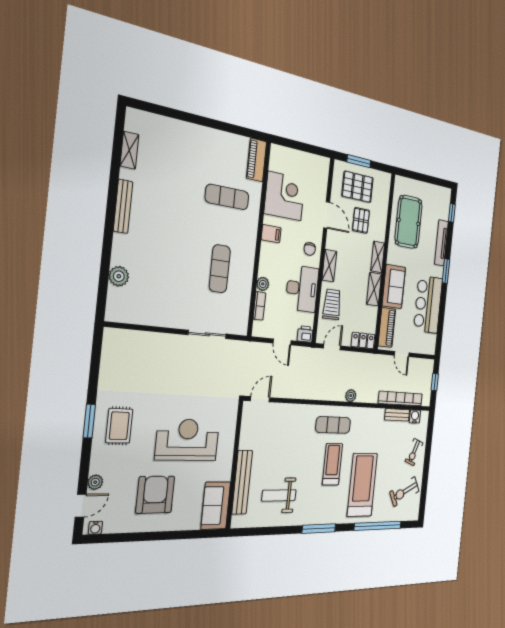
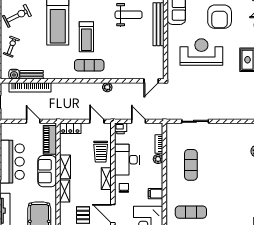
door: (332, 347) -> (97, 121), swing flipped
plant: (351, 396) -> (107, 87), moved
reception desk: (187, 440) -> (201, 52), turned 180

